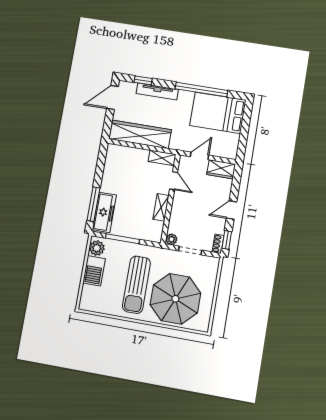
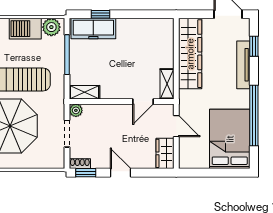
window: (93, 204) -> (101, 14), width x0.46
shelving: (161, 207) -> (85, 92), moved

